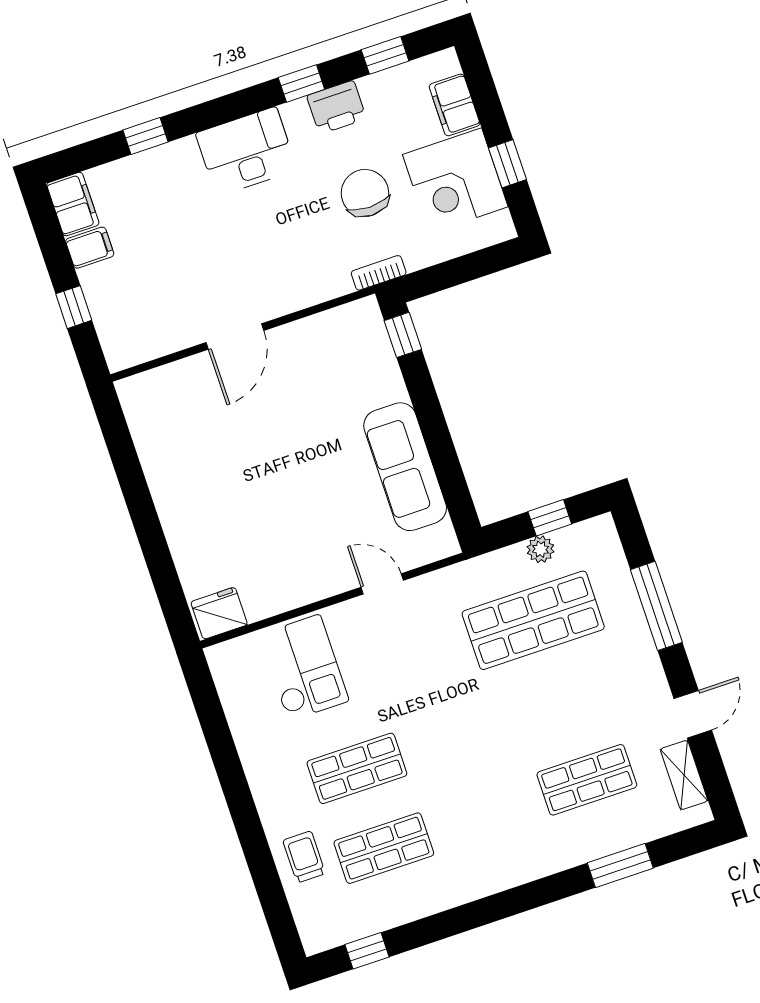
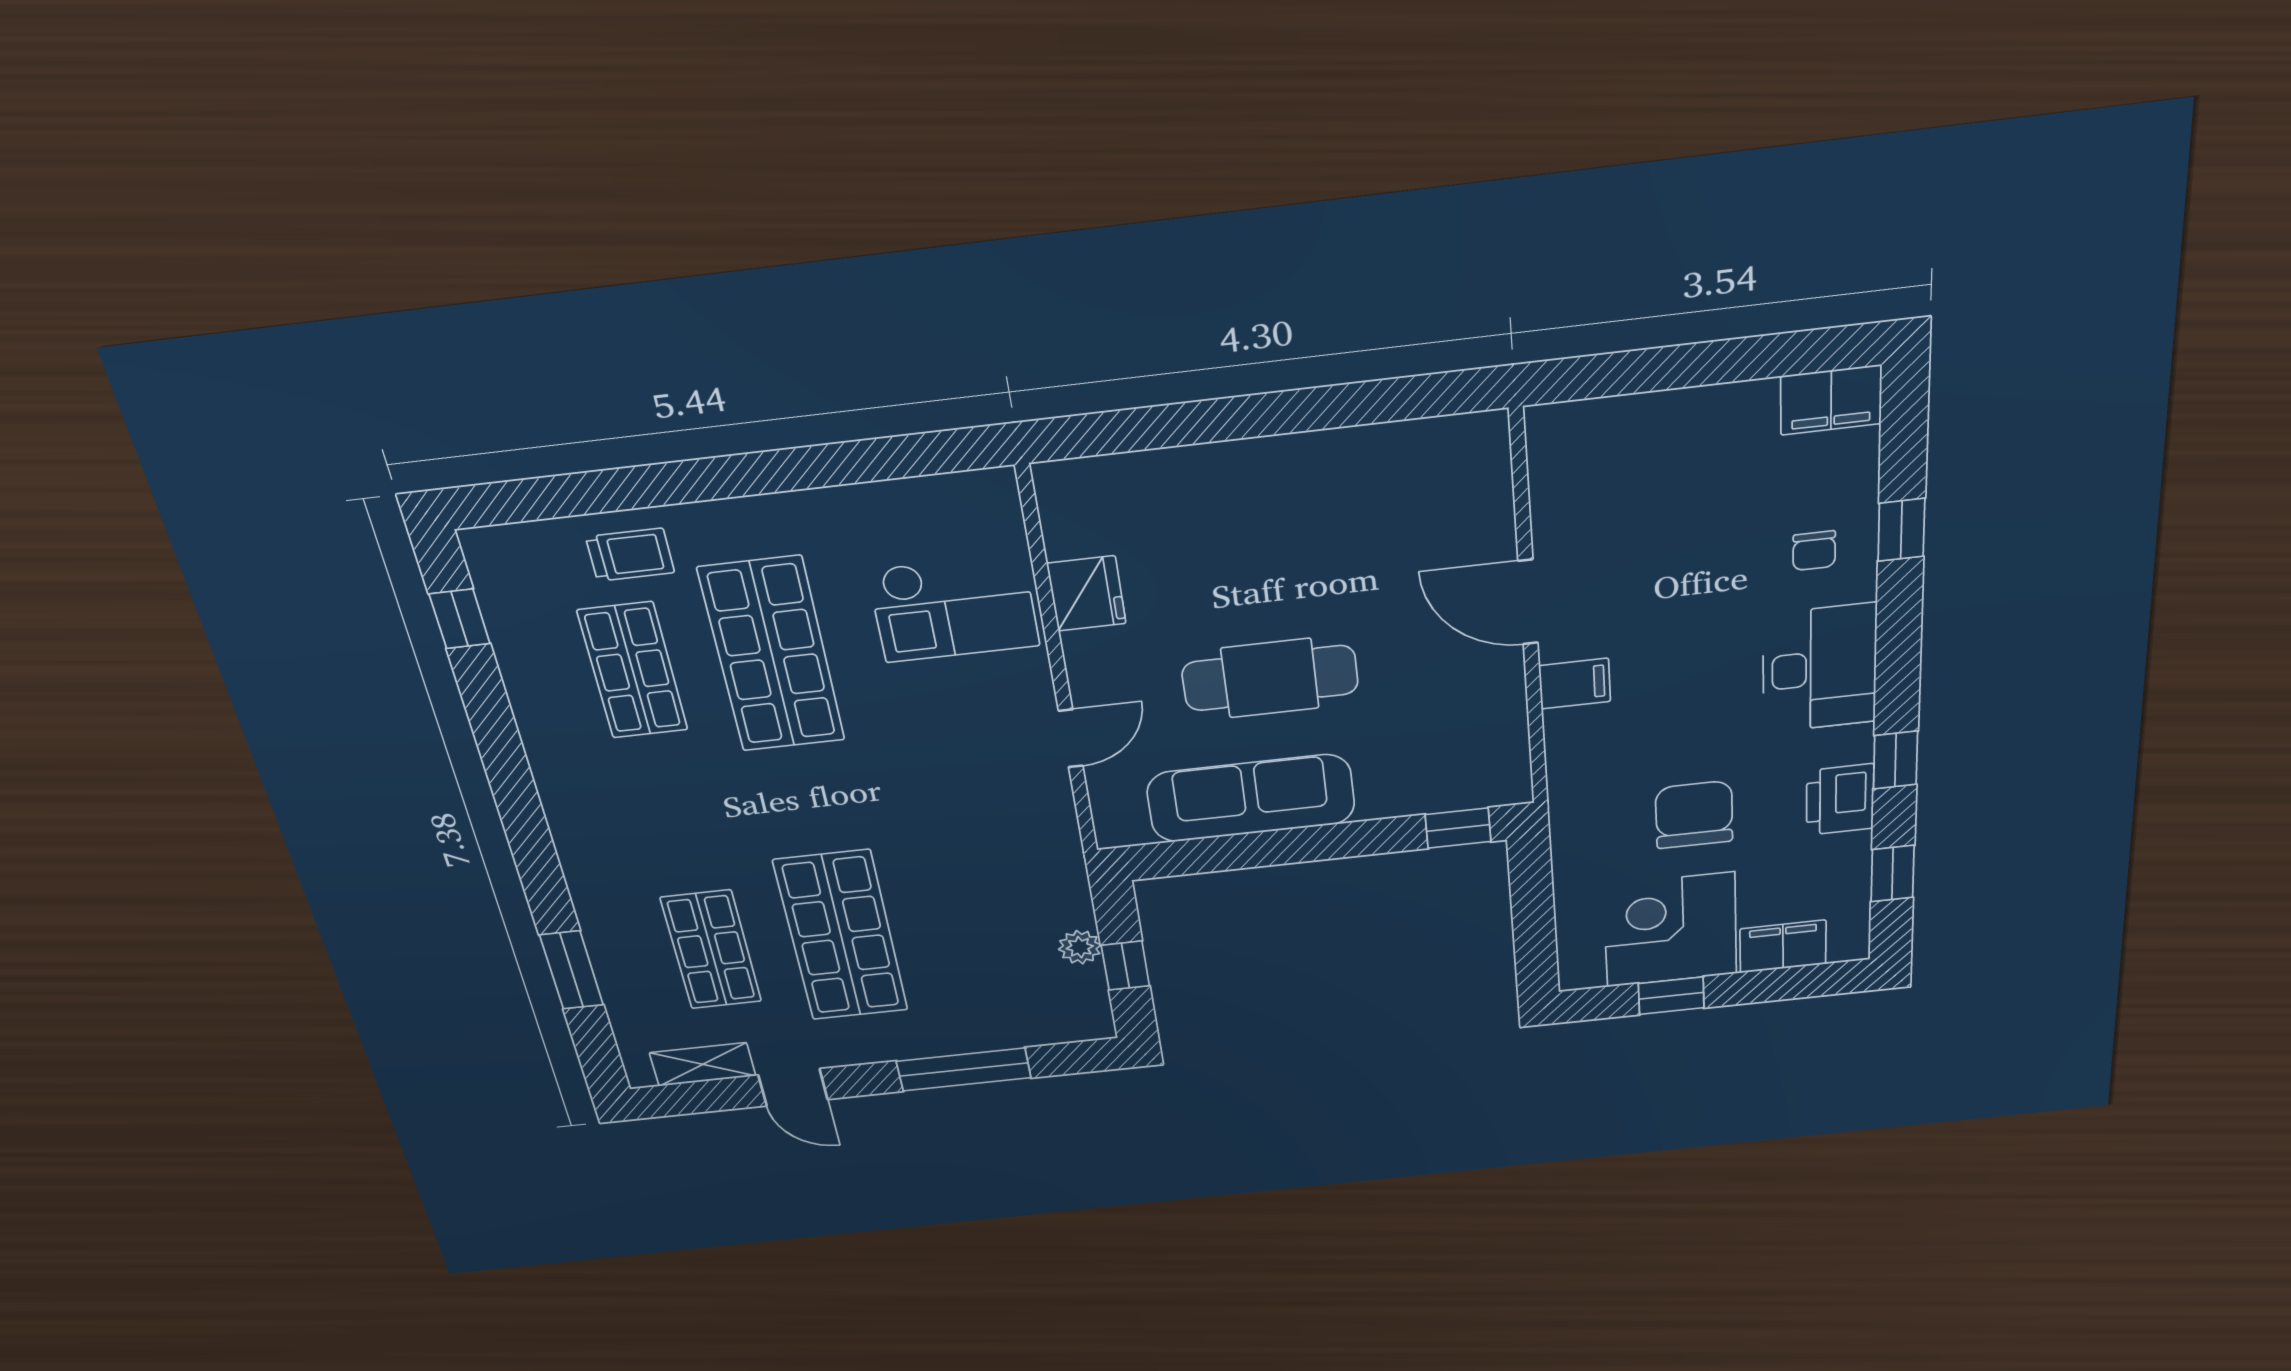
chair: (169, 181) -> (1814, 551), added
chair: (365, 193) -> (1694, 815), turned -90
filing cabinet: (90, 248) -> (1575, 684), moved, turned -90
bookcase: (379, 273) -> (1565, 813), removed
window: (74, 307) -> (1656, 369), removed
cafe table: (316, 474) -> (1270, 678), added
fridge: (219, 613) -> (1086, 593), moved
shop shelf: (533, 620) -> (841, 936), moved
shop shelf: (357, 768) -> (772, 655), width x1.43, depth x1.36

